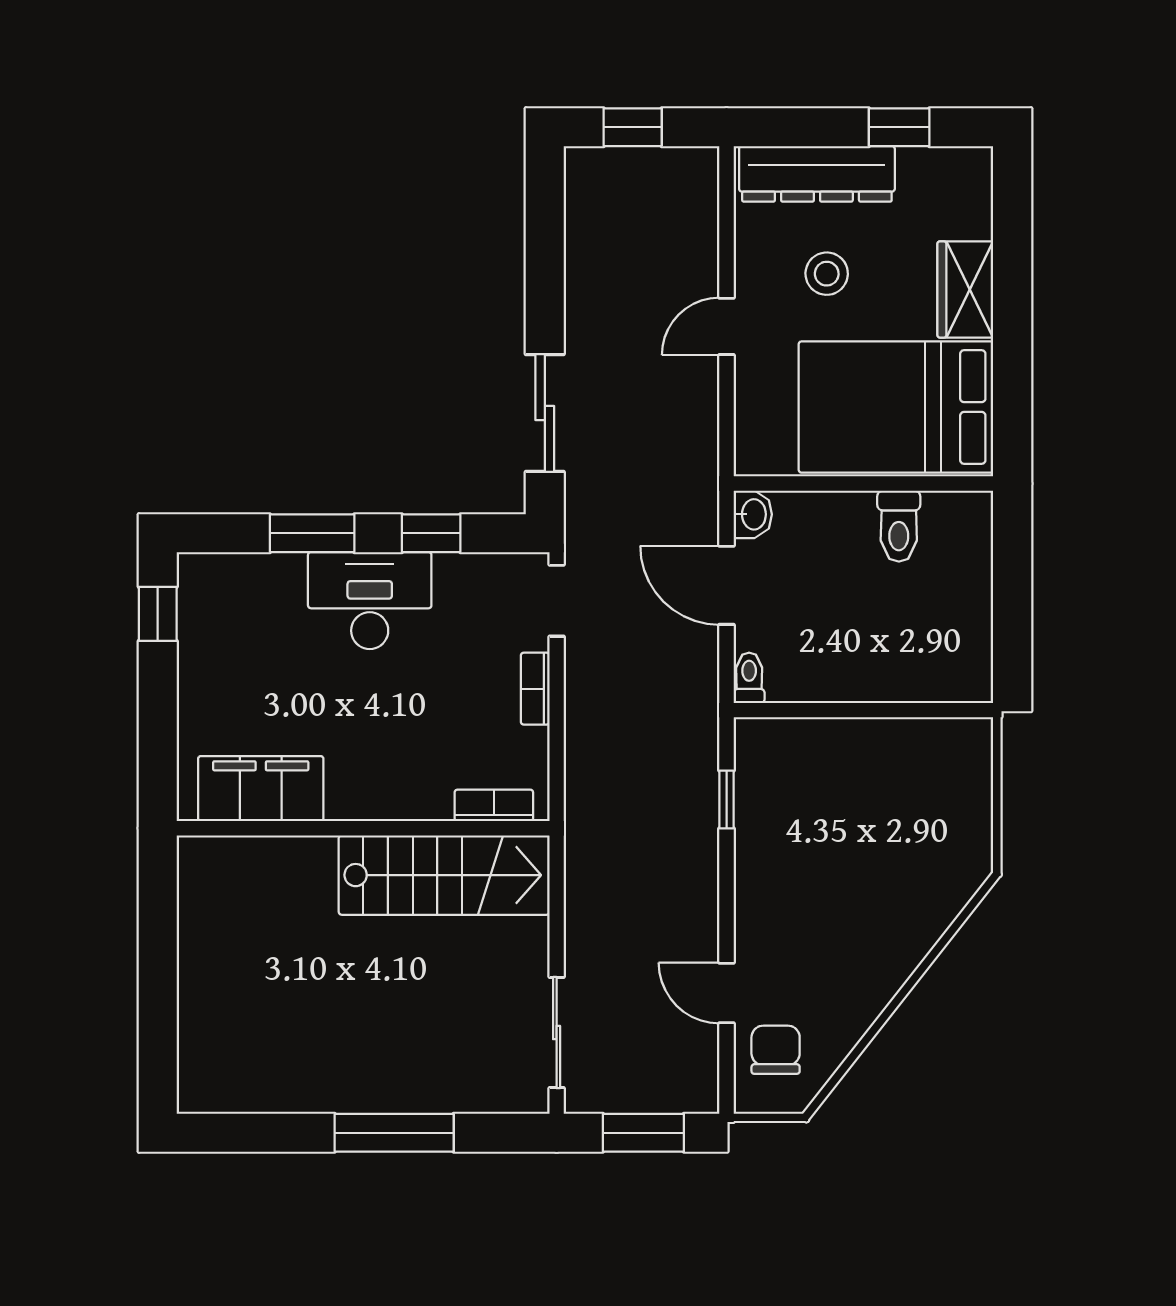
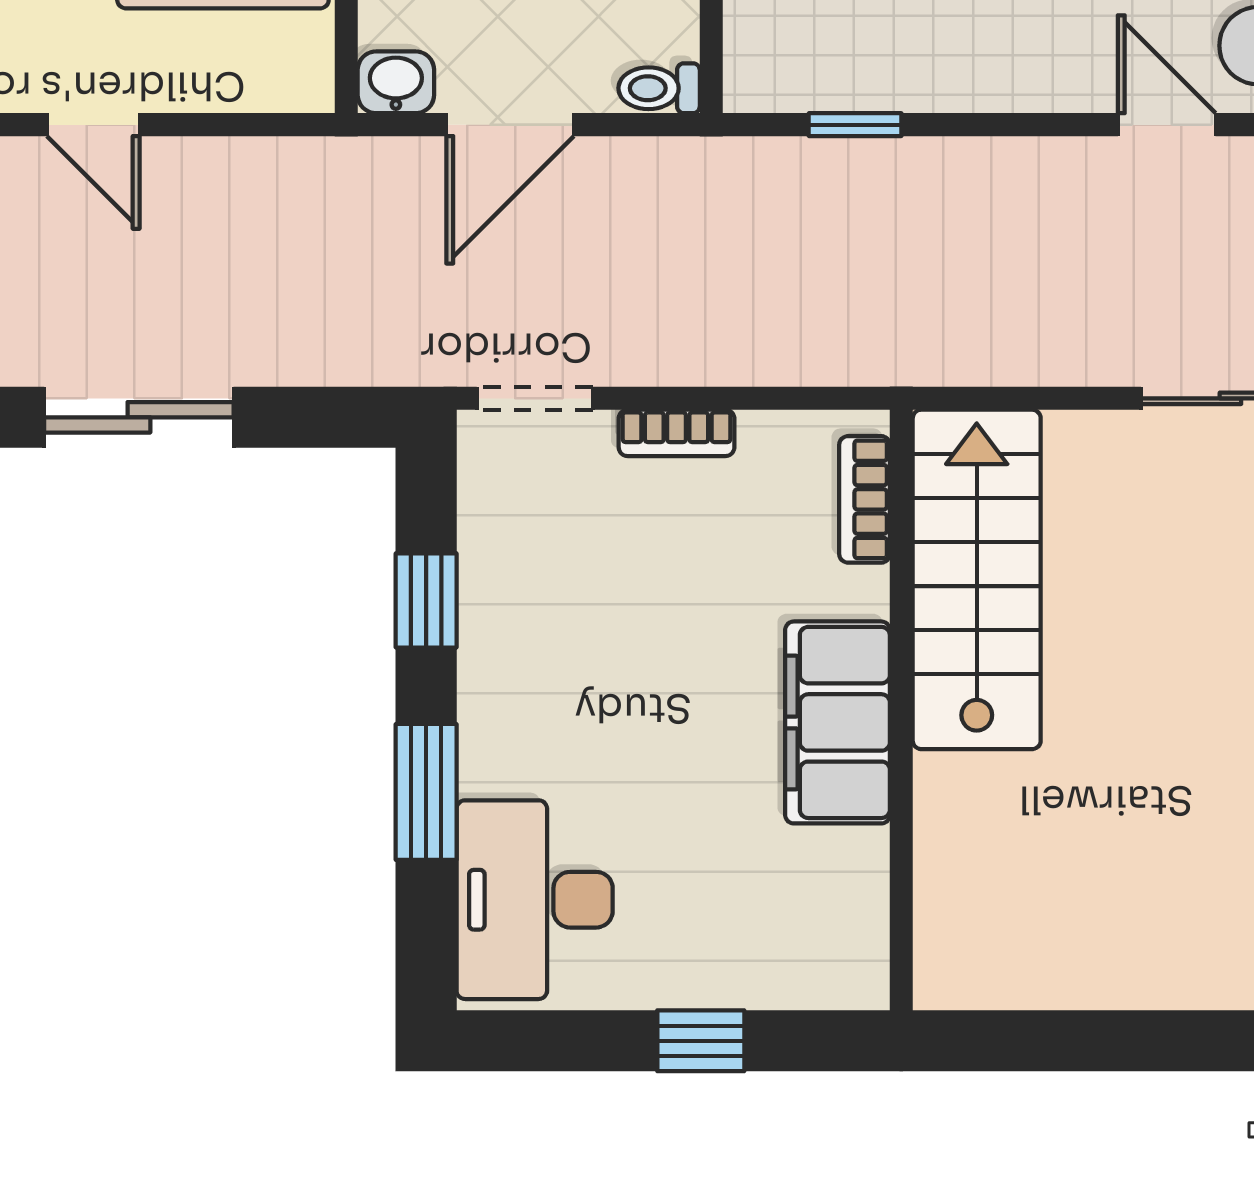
sliding door: (545, 413) -> (139, 417), moved
desk: (370, 601) -> (535, 900), moved
window: (158, 614) -> (701, 1041), moved
filing cabinet: (261, 789) -> (838, 722), moved
door: (727, 993) -> (1167, 125), swing flipped

